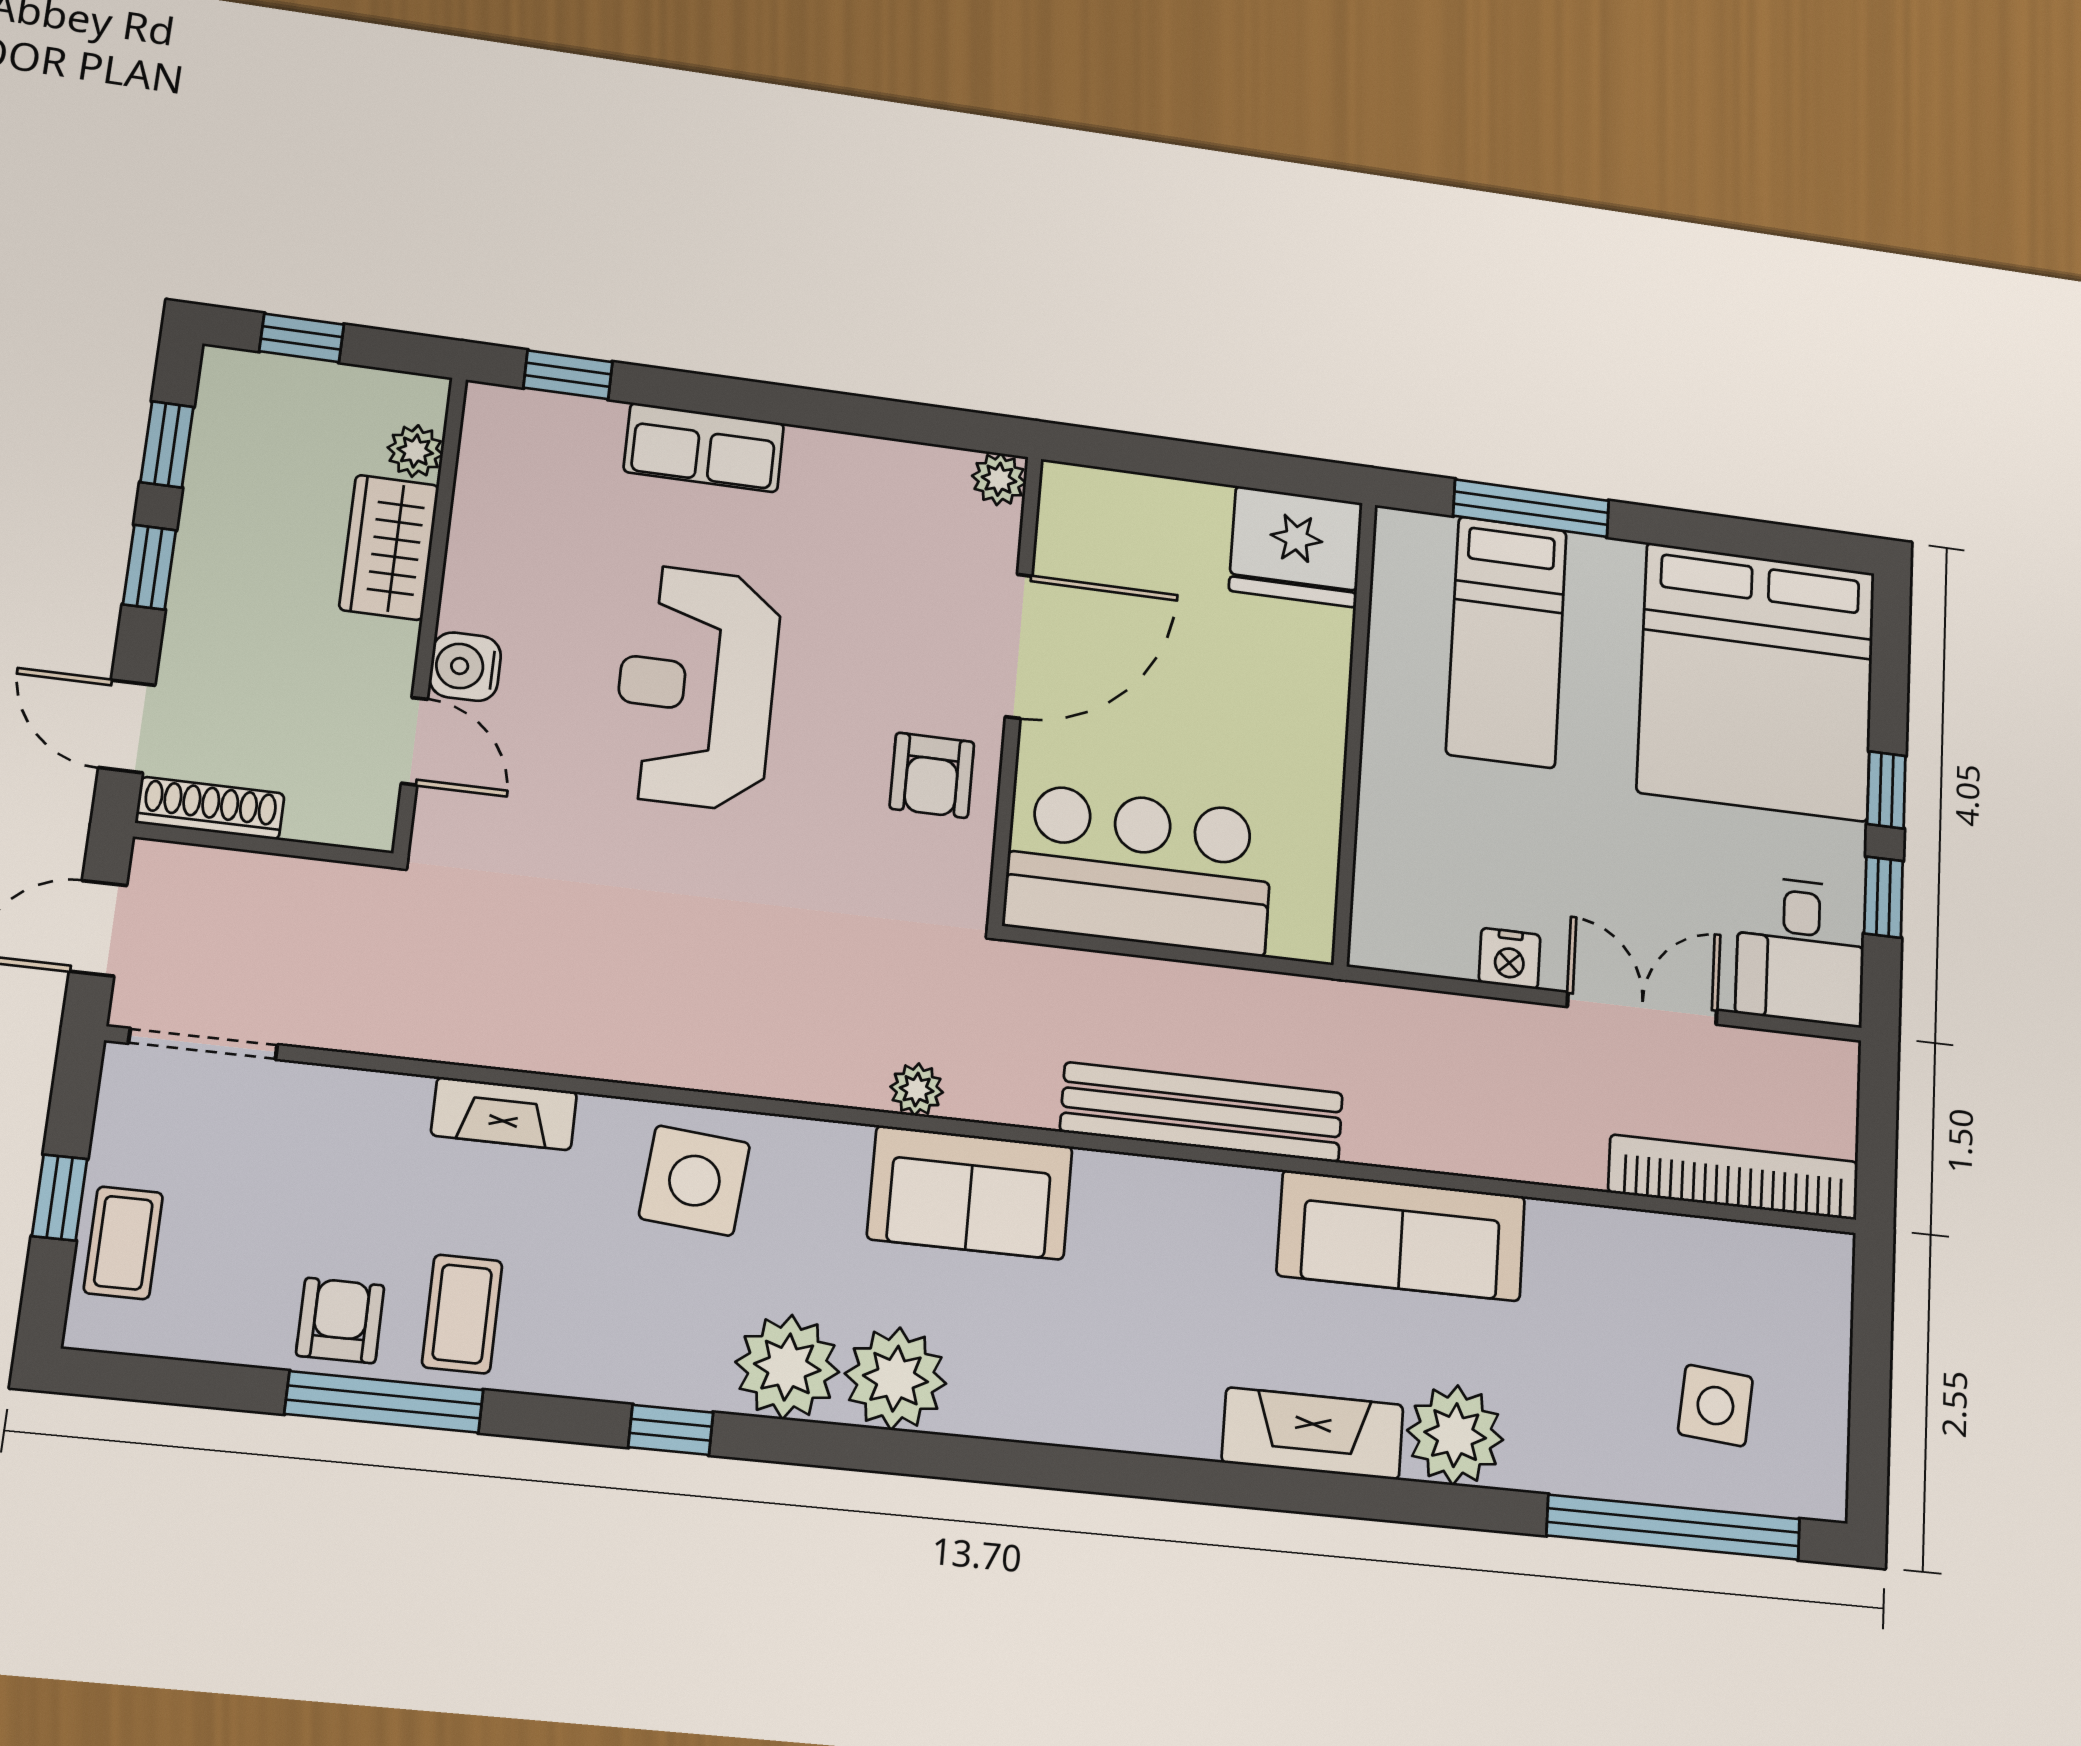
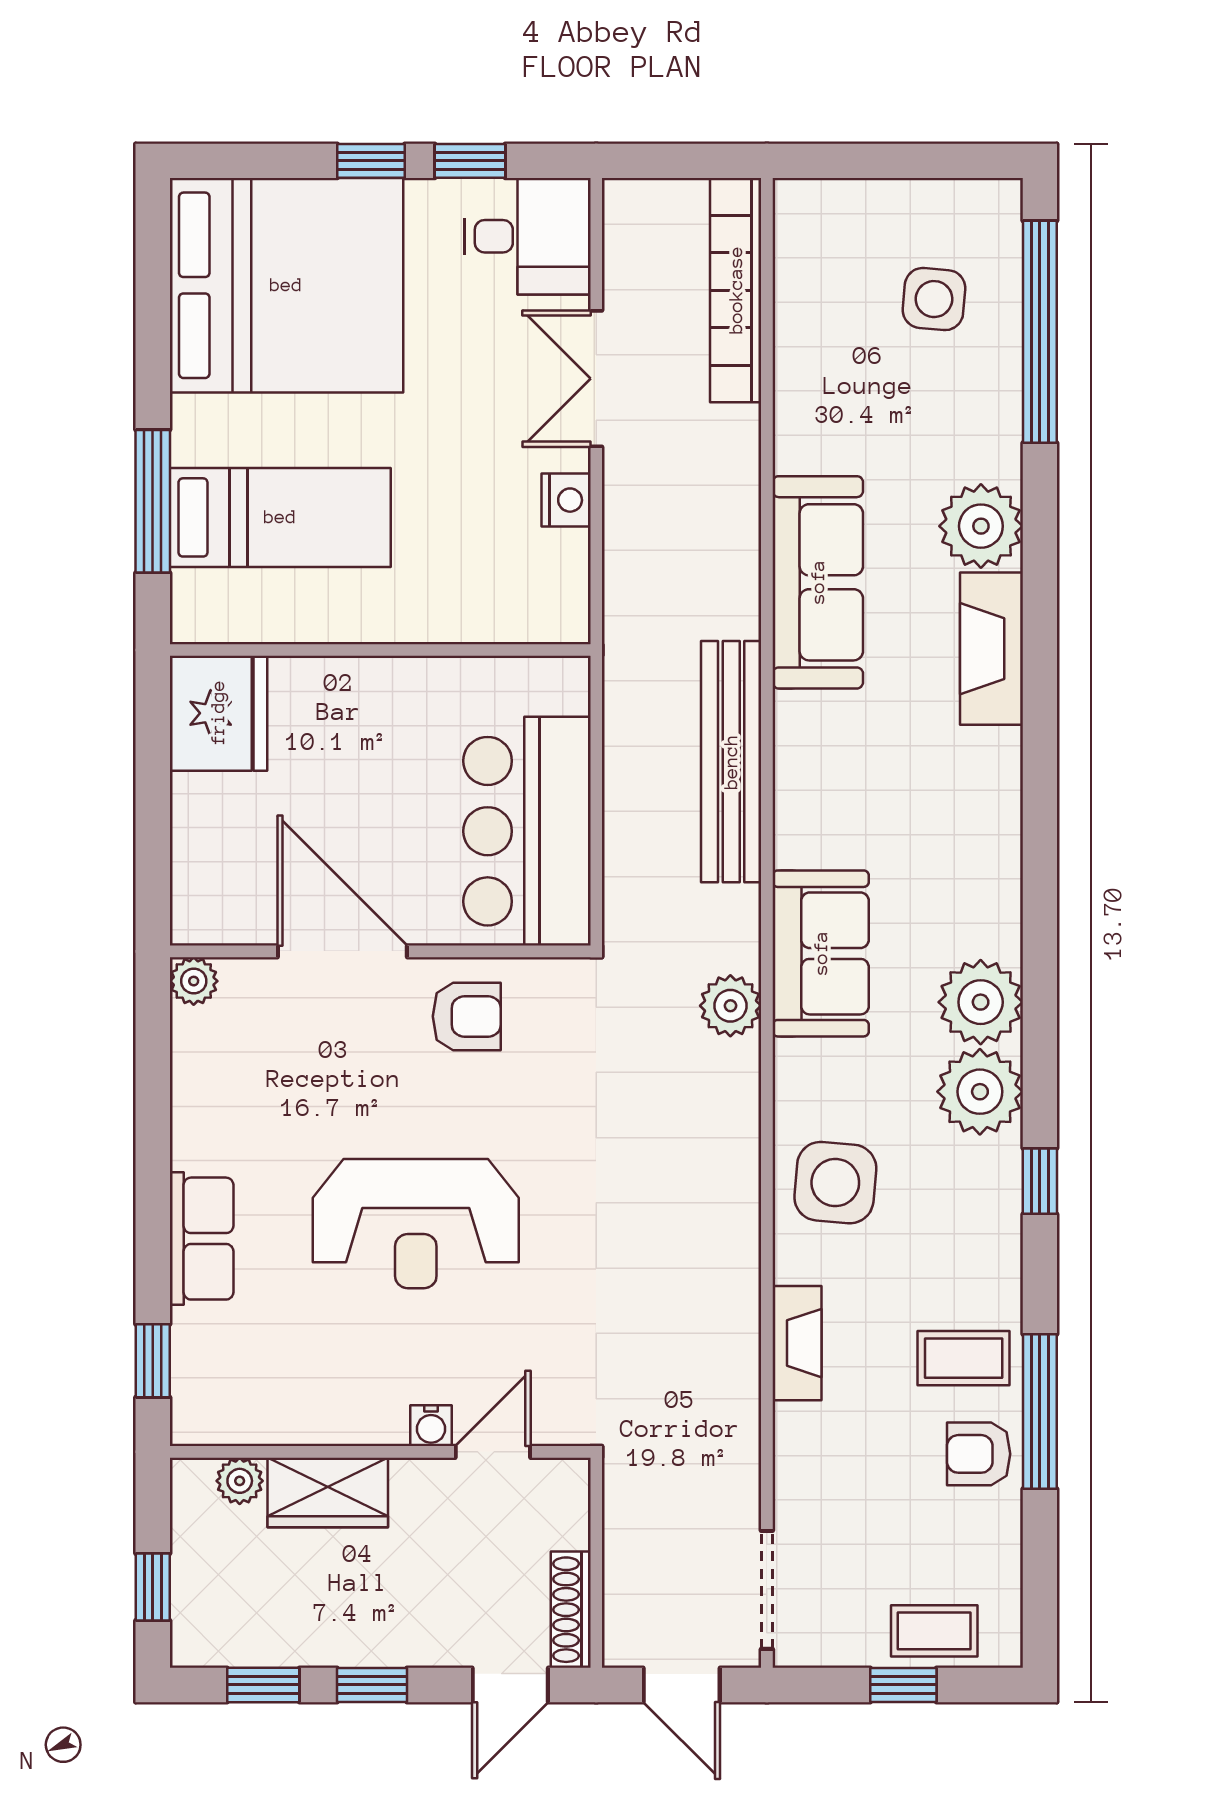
water cooler: (465, 667) -> (431, 1426), width x0.72, depth x0.72
plant: (917, 1089) -> (730, 1006), width x1.38, depth x1.38

